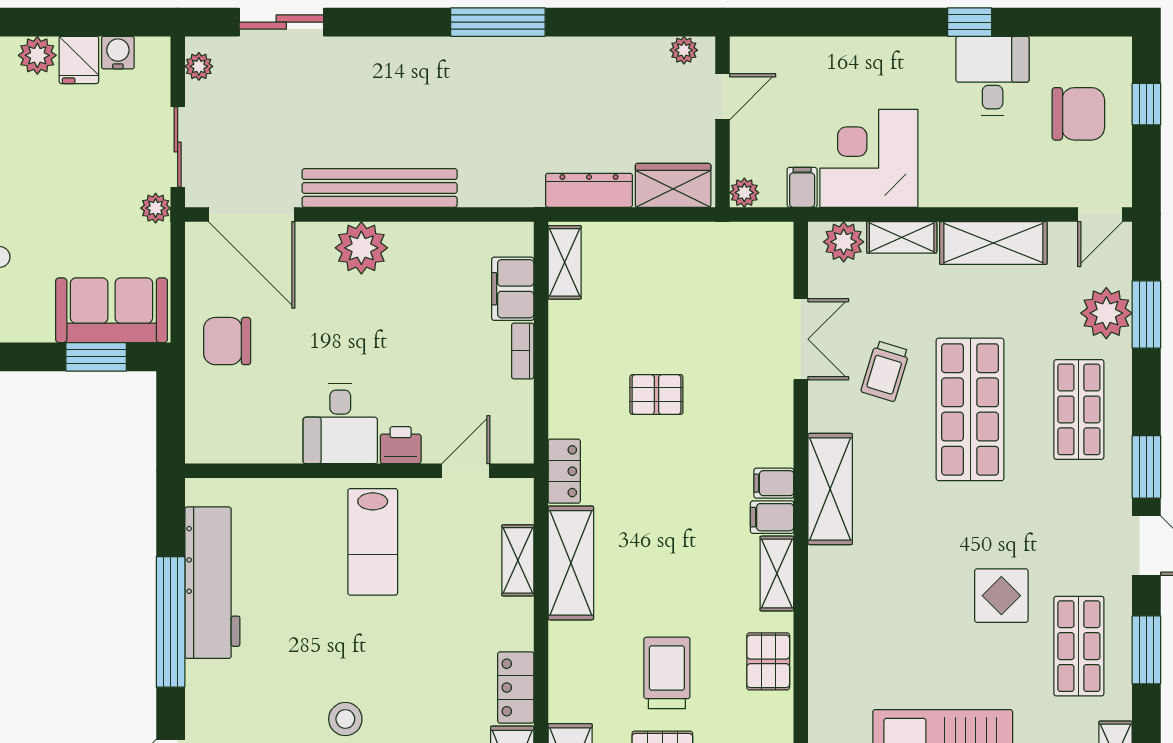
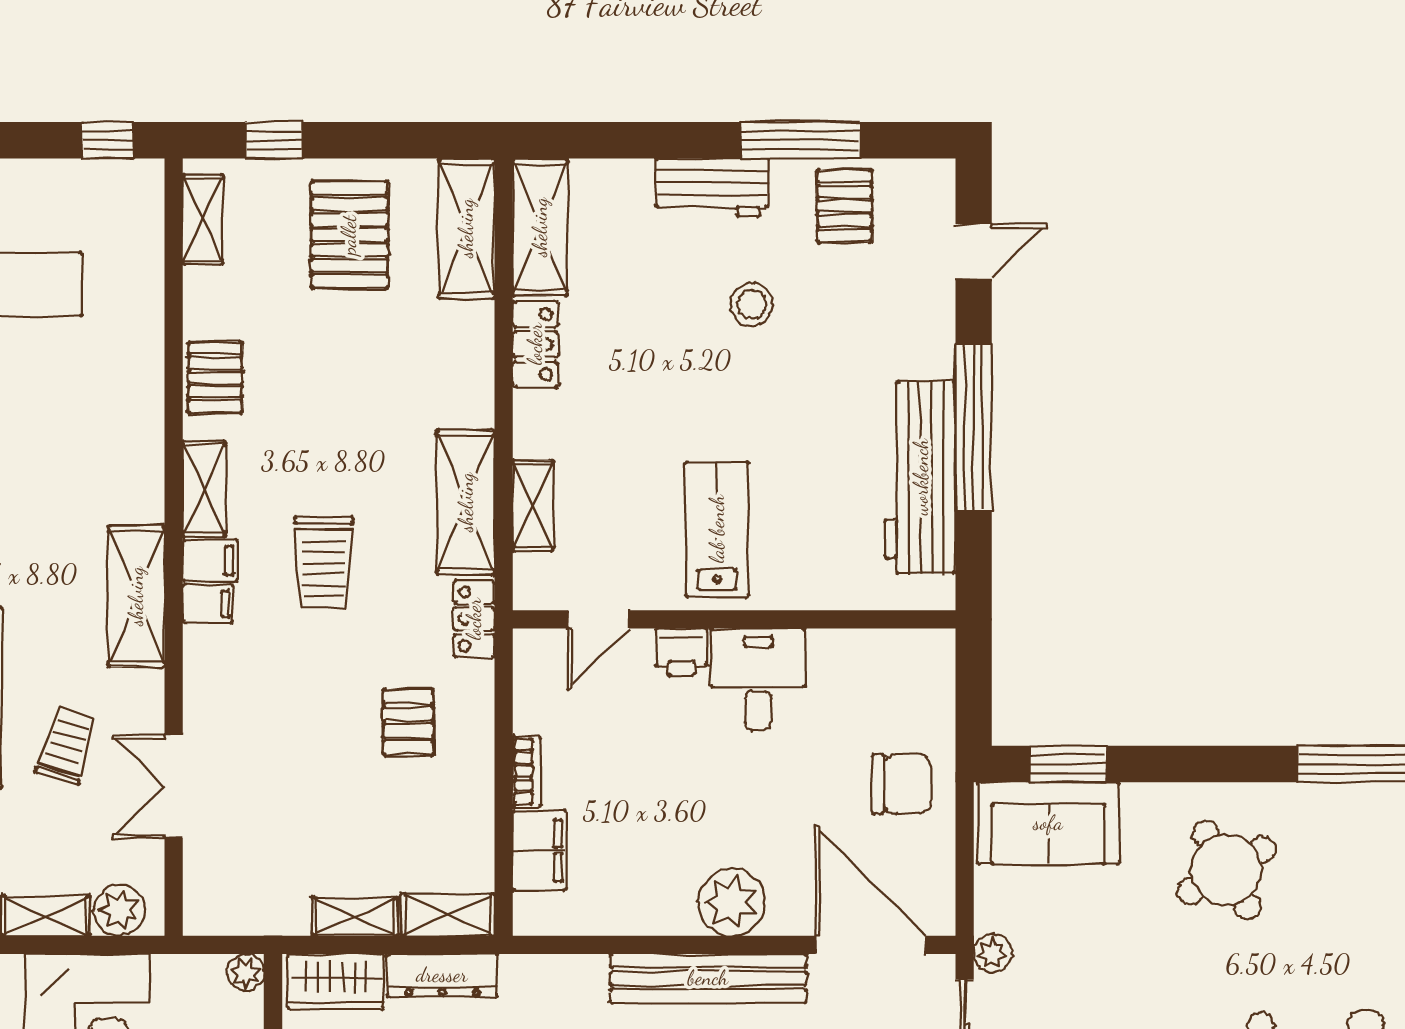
filing cabinet: (802, 187) -> (172, 979), removed
shelving: (658, 237) -> (355, 917), added
shelving: (565, 262) -> (448, 915), moved, turned 90
pallet: (656, 395) -> (408, 722), moved, turned 90
trolley: (667, 673) -> (324, 562), moved

